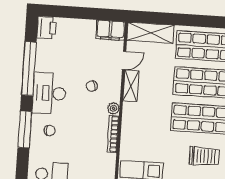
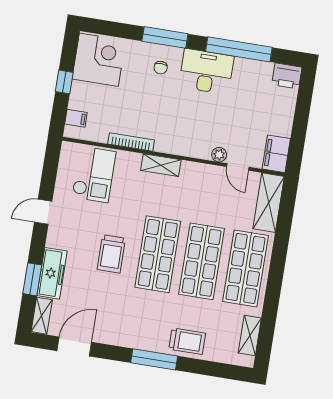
chair: (92, 86) -> (210, 124), removed
shelving: (131, 86) -> (161, 165), moved
plant: (113, 108) -> (219, 155), moved
bookcase: (113, 134) -> (131, 142), moved

